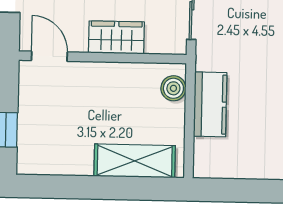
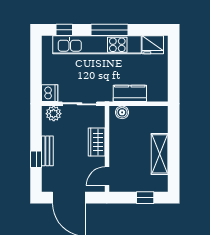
shelving: (135, 161) -> (160, 154), moved

